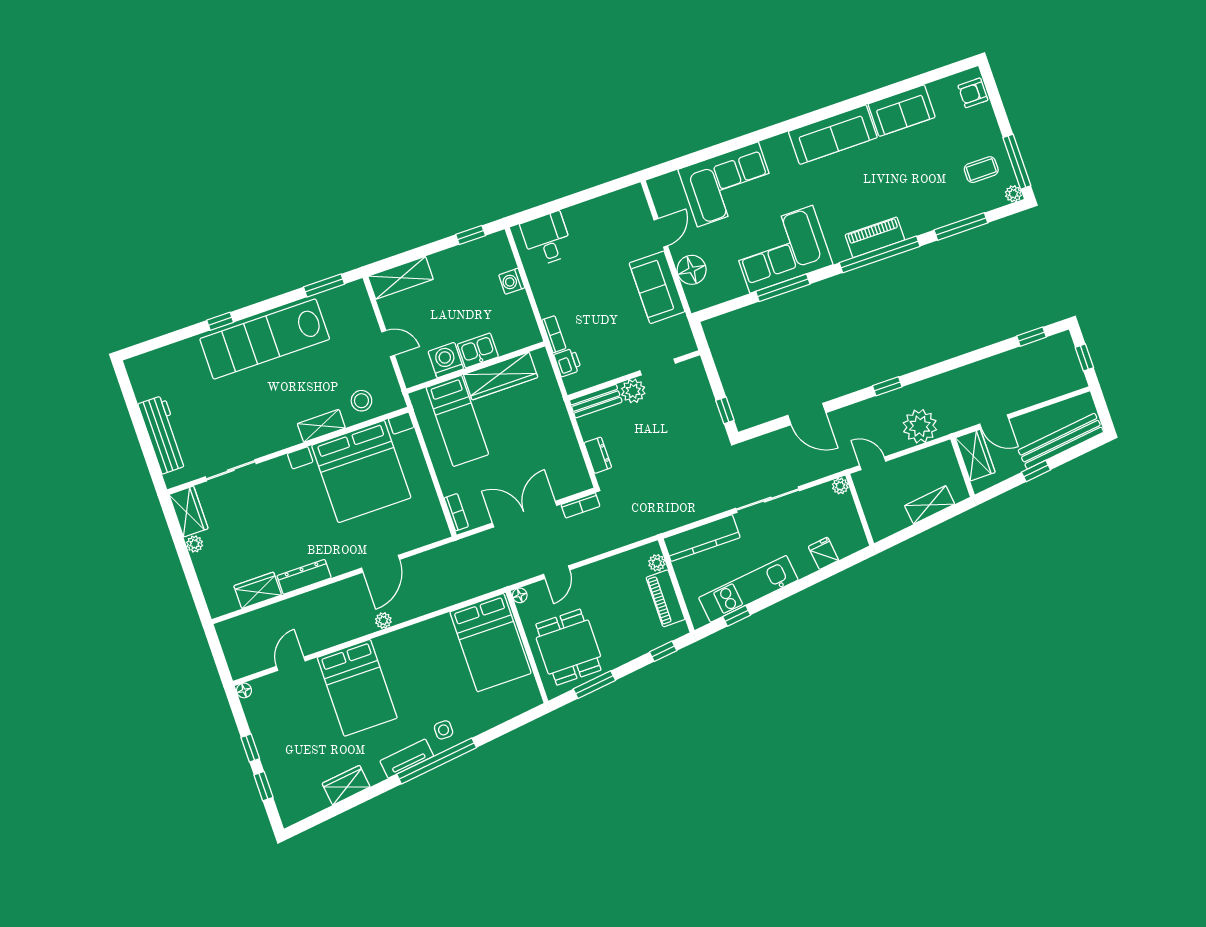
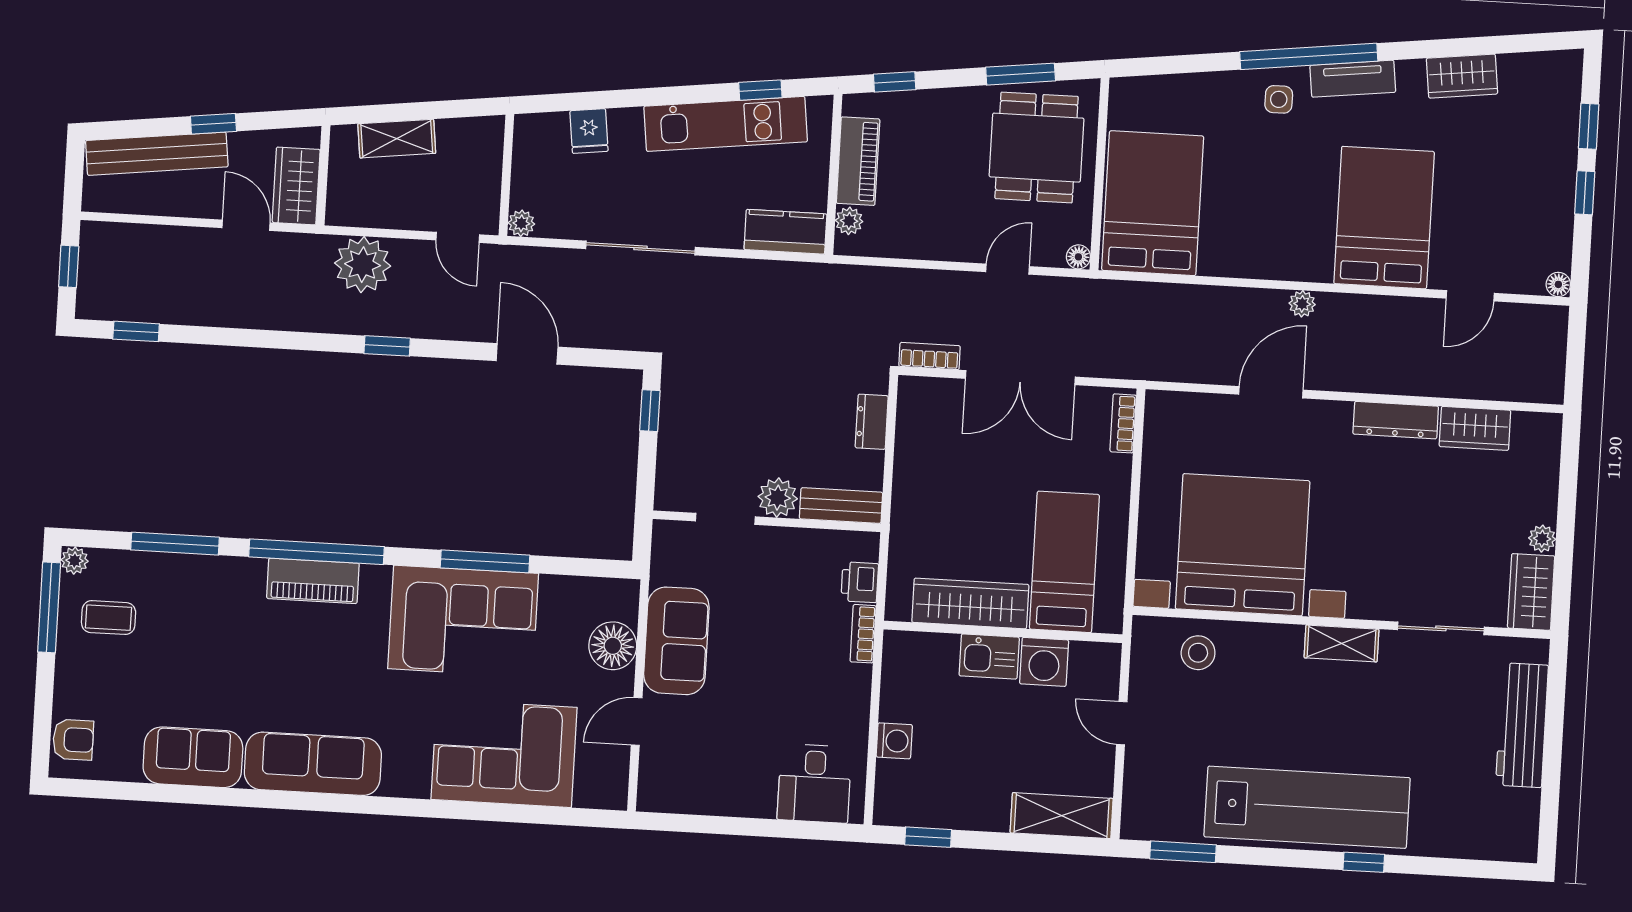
shelving: (321, 426) -> (1342, 643), moved
kitchen counter: (702, 538) -> (785, 232), width x0.67

